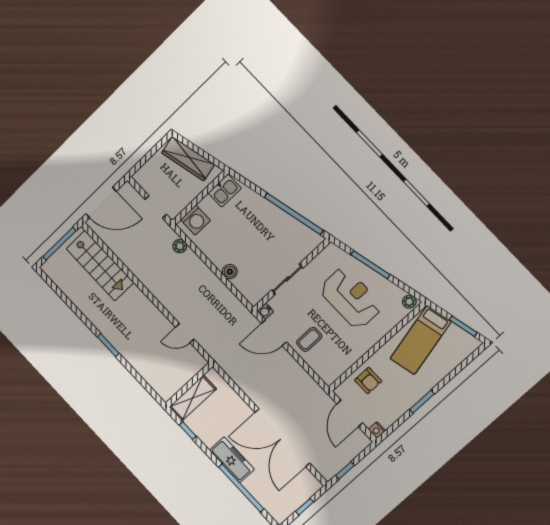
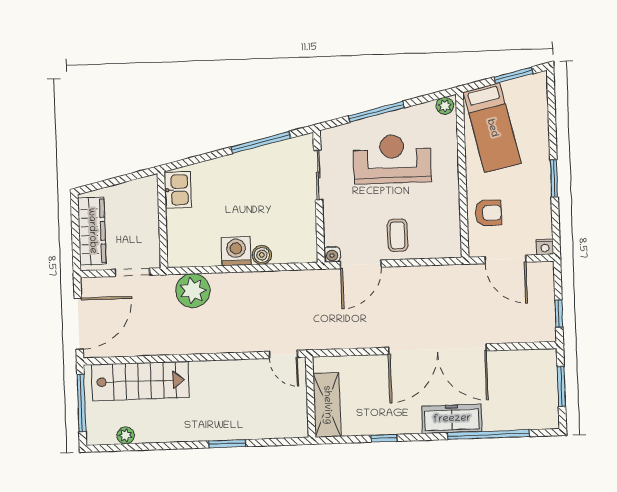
wardrobe: (188, 159) -> (92, 231), moved, turned -77
window: (294, 214) -> (261, 142), width x0.68
washing machine: (195, 220) -> (236, 251), moved, turned -90
plant: (180, 246) -> (193, 291), width x1.88, depth x1.88
sliding door: (287, 279) -> (318, 175), moved
plant: (64, 284) -> (126, 435), added
door: (185, 333) -> (283, 354), hinge flipped
wall: (189, 385) -> (311, 397), moved
shelving: (193, 398) -> (327, 405), moved
double door: (282, 438) -> (437, 349), moved
window: (304, 507) -> (561, 386), width x1.50

